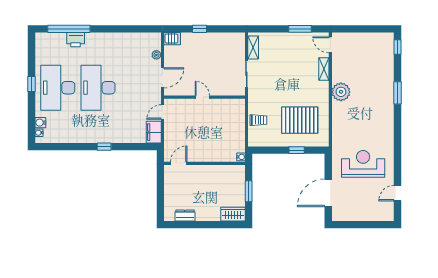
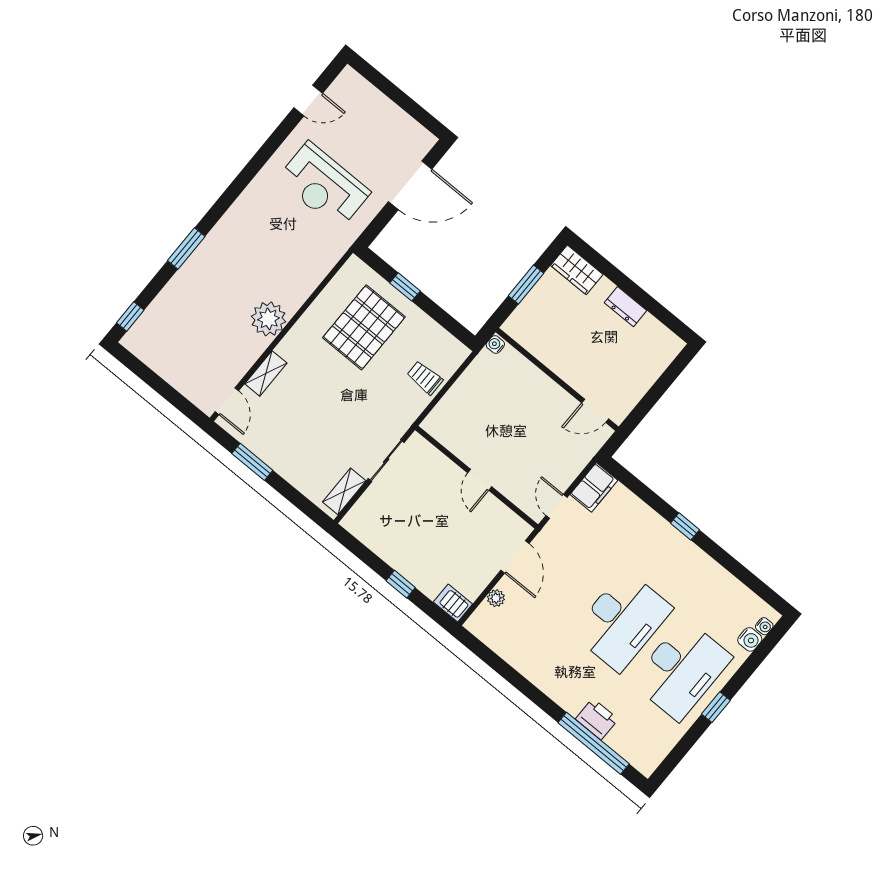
door: (162, 78) -> (515, 557), swing flipped
door: (162, 112) -> (557, 506), swing flipped
pallet: (300, 120) -> (364, 327), turned 90
dresser: (185, 215) -> (626, 307), moved

